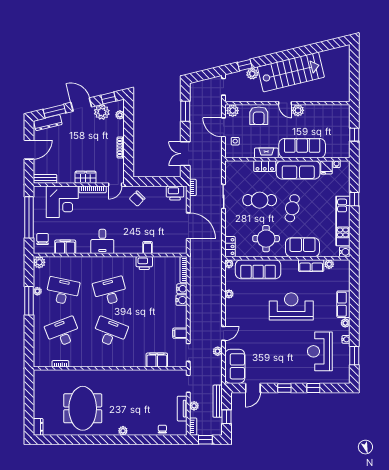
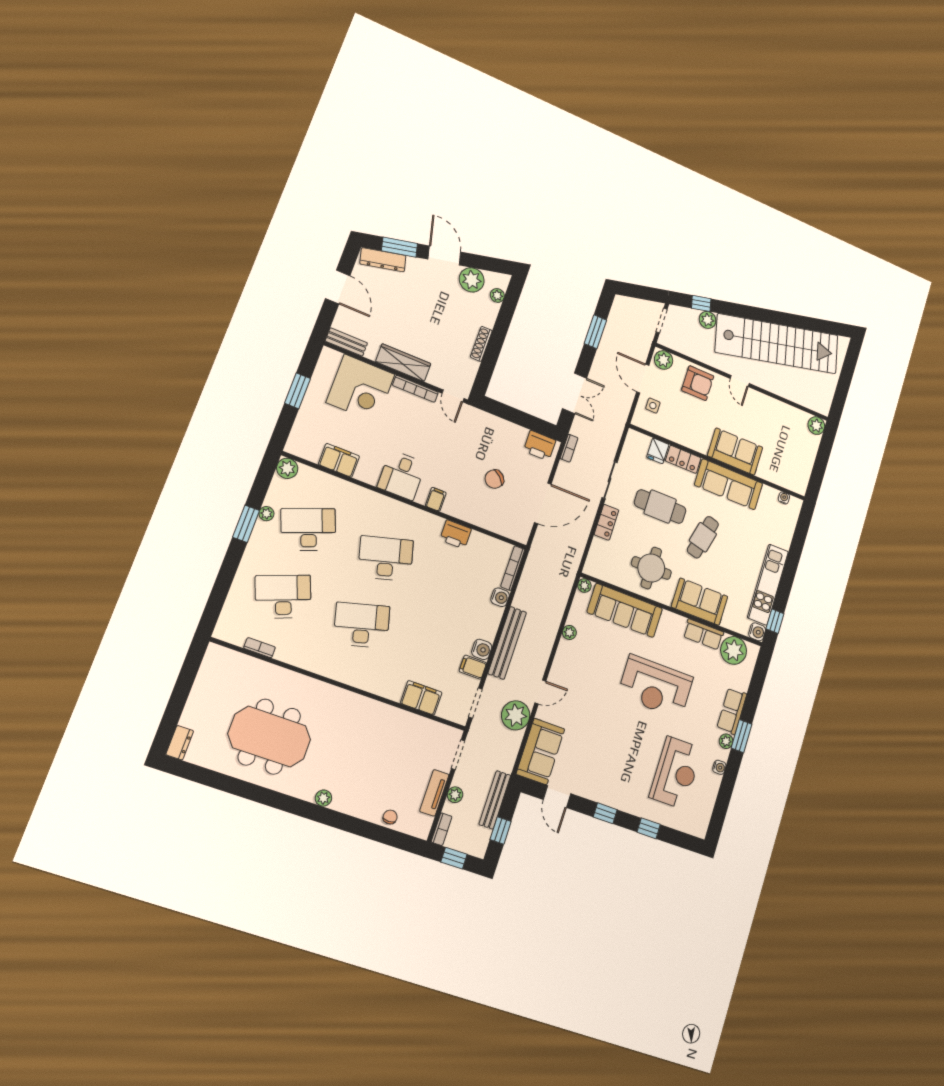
stairs: (291, 72) -> (777, 344), width x1.36
window: (108, 98) -> (489, 264), removed
plant: (298, 110) -> (816, 426), moved
armchair: (259, 116) -> (698, 383), turned -90
window: (354, 135) -> (820, 466), removed
sofa: (302, 148) -> (735, 452), width x0.73
door: (29, 150) -> (338, 287), hinge flipped
fireplace: (266, 153) -> (692, 441), removed
double door: (185, 154) -> (575, 393), swing flipped
fridge: (326, 167) -> (658, 451), moved
wardrobe: (86, 177) -> (403, 363), width x1.50
door: (115, 185) -> (453, 396), hinge flipped
chair: (137, 199) -> (494, 479), moved
window: (354, 199) -> (775, 621), moved
window: (29, 217) -> (297, 391), width x0.47
door: (188, 226) -> (543, 503), hinge flipped
chair: (43, 239) -> (307, 434), removed
locker: (230, 247) -> (606, 522), moved
filing cabinet: (148, 248) -> (436, 499), moved
plant: (329, 264) -> (734, 650), width x1.87, depth x1.87
desk: (63, 291) -> (308, 529), turned -33
water cooler: (182, 300) -> (482, 649), moved
window: (29, 301) -> (246, 524), width x0.69
reception desk: (291, 306) -> (655, 687), turned 180
bench: (195, 313) -> (507, 643), added
desk: (110, 332) -> (362, 625), turned -36
plant: (218, 351) -> (516, 715), width x1.87, depth x1.87
reception desk: (320, 351) -> (676, 773), turned 180
window: (354, 356) -> (742, 736), moved
door: (253, 388) -> (557, 797), hinge flipped
meeting table: (83, 408) -> (269, 737), turned 90

